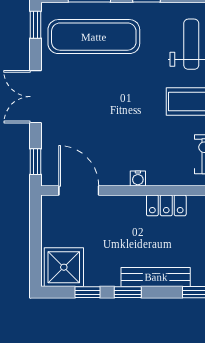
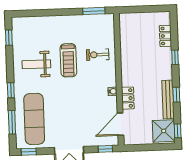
locker: (166, 205) -> (128, 98), moved
bench: (156, 277) -> (168, 100), moved
window: (88, 292) -> (178, 131), moved

